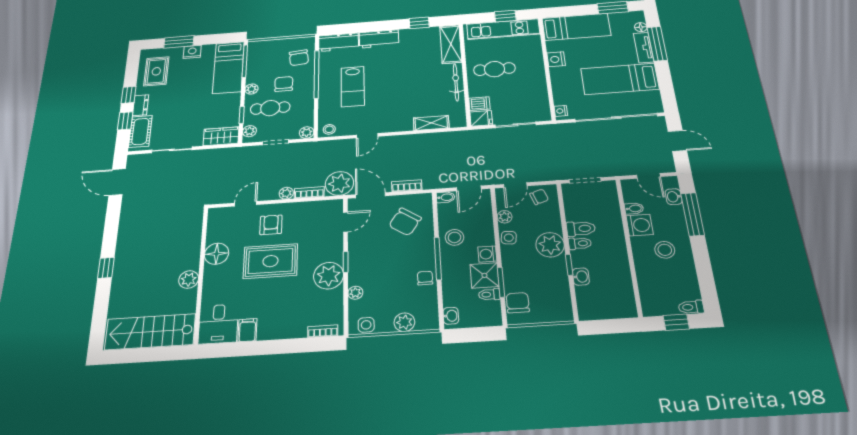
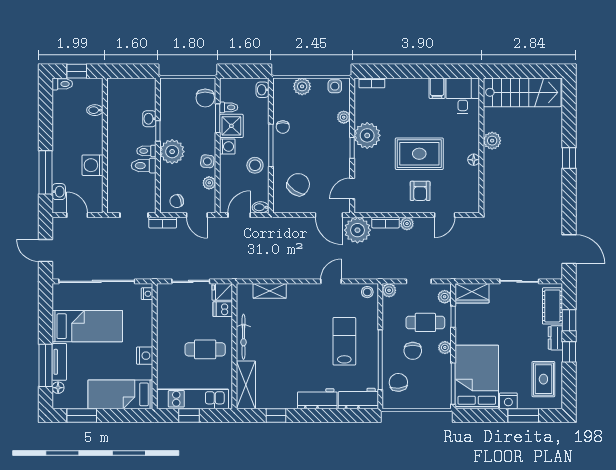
bed: (228, 67) -> (477, 377), width x1.50
door: (515, 185) -> (197, 215), swing flipped
bookcase: (407, 186) -> (163, 223), moved
bidet: (634, 208) -> (95, 110), moved
stool: (665, 250) -> (75, 139), removed
floor lamp: (217, 254) -> (474, 160), width x0.53, depth x0.53

